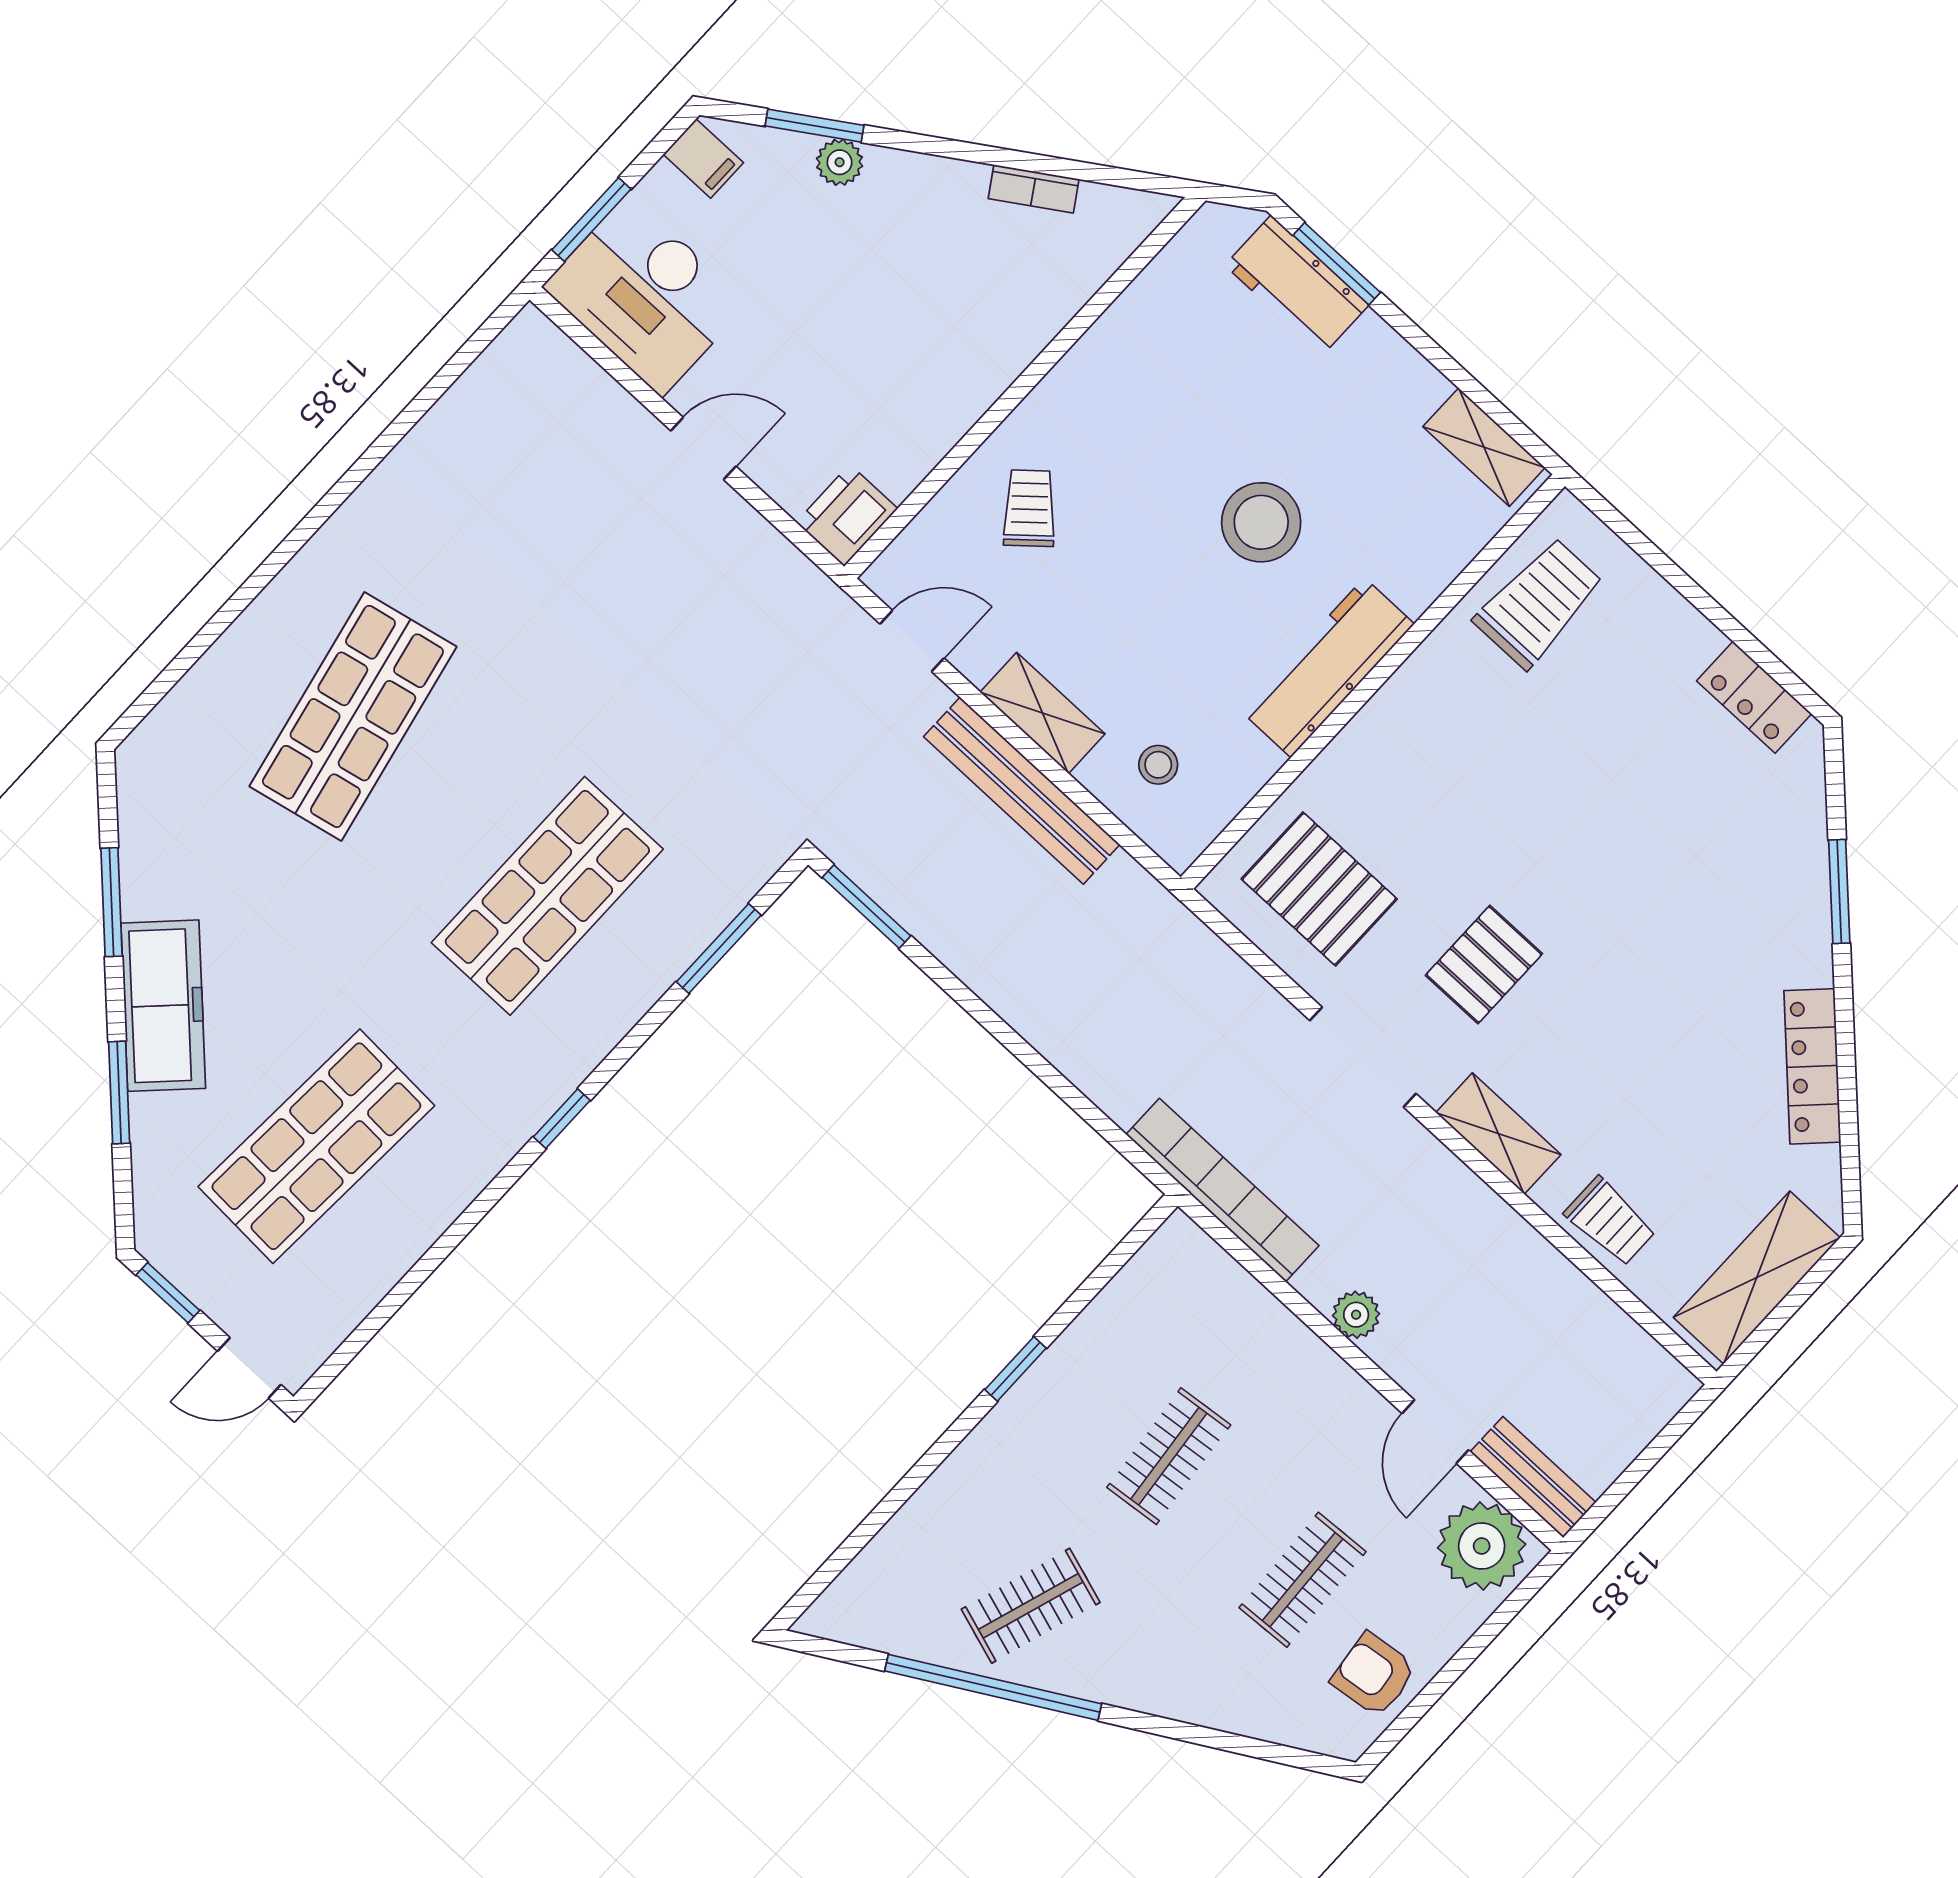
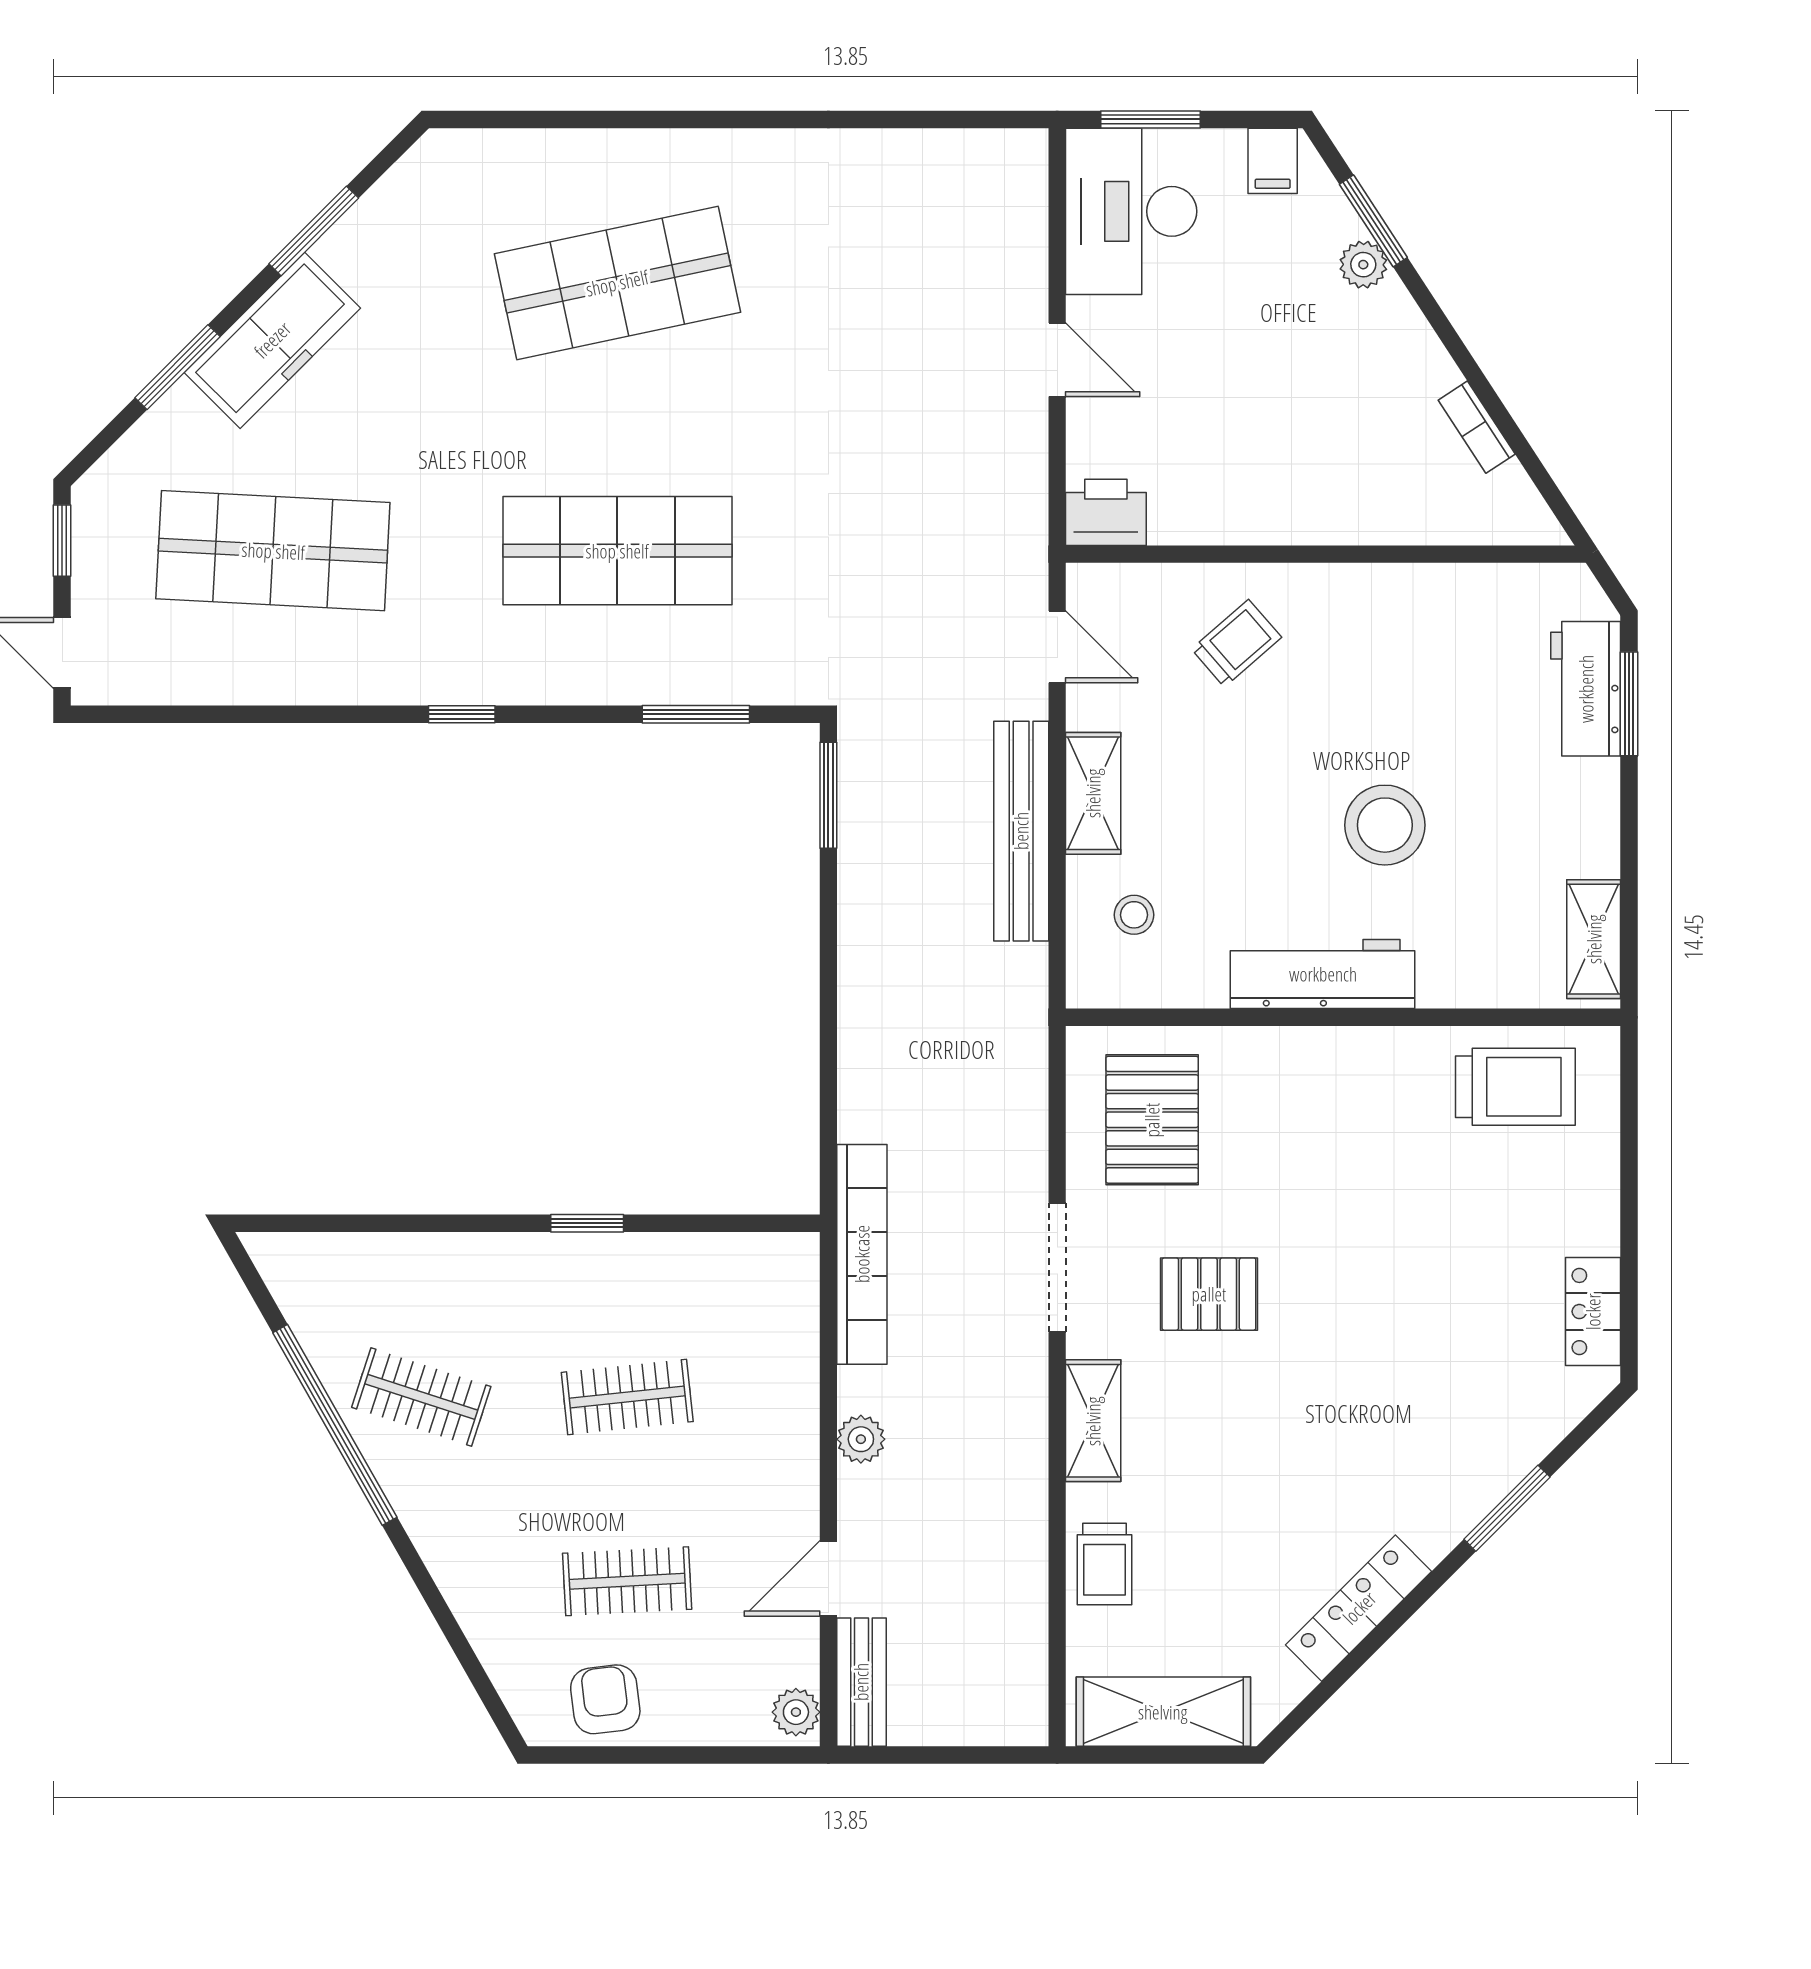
plant: (1482, 1546) -> (796, 1712), width x0.53, depth x0.53

